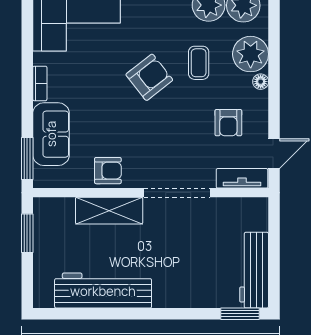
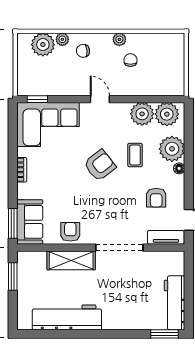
sofa: (51, 134) -> (30, 222), moved
armchair: (108, 171) -> (70, 232), turned -90

